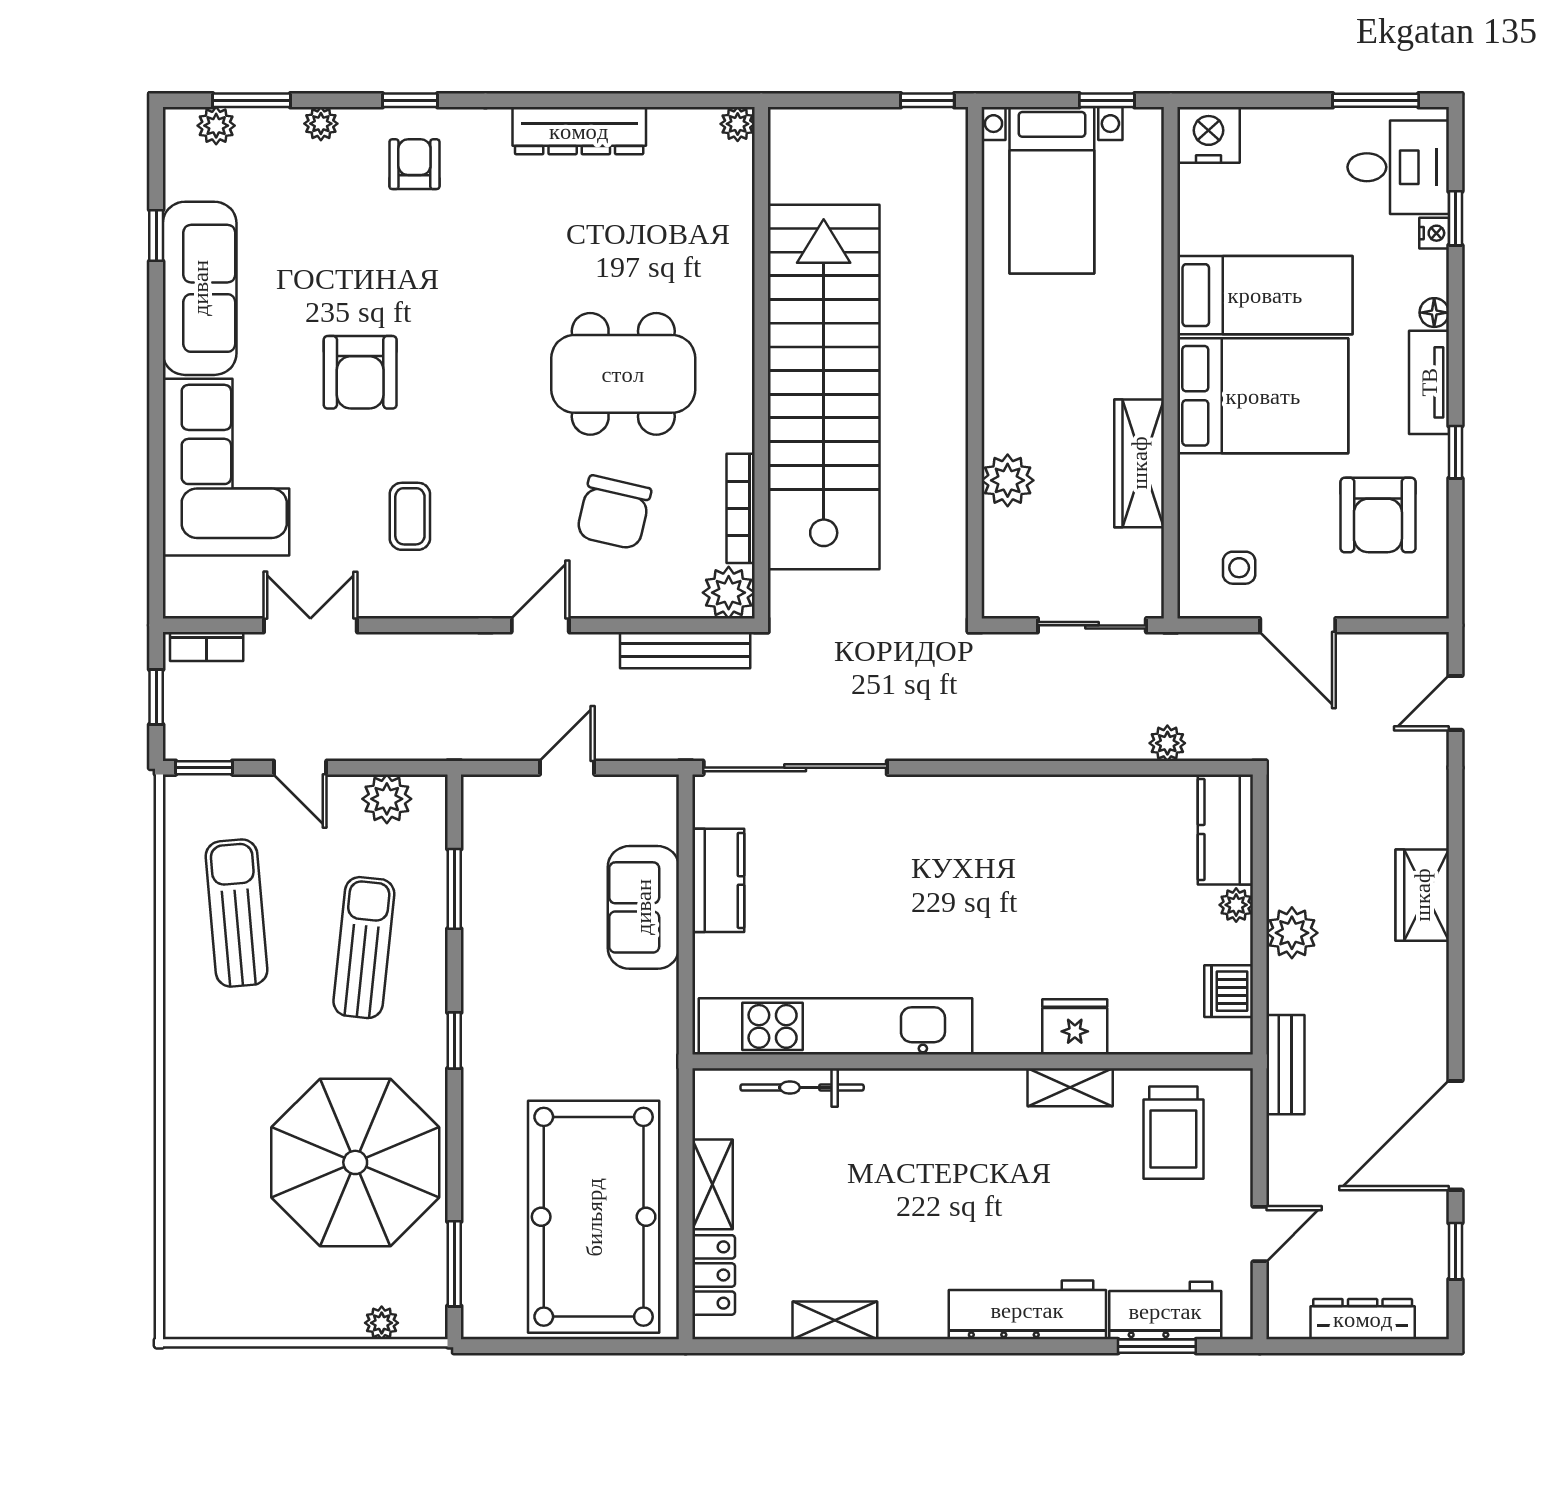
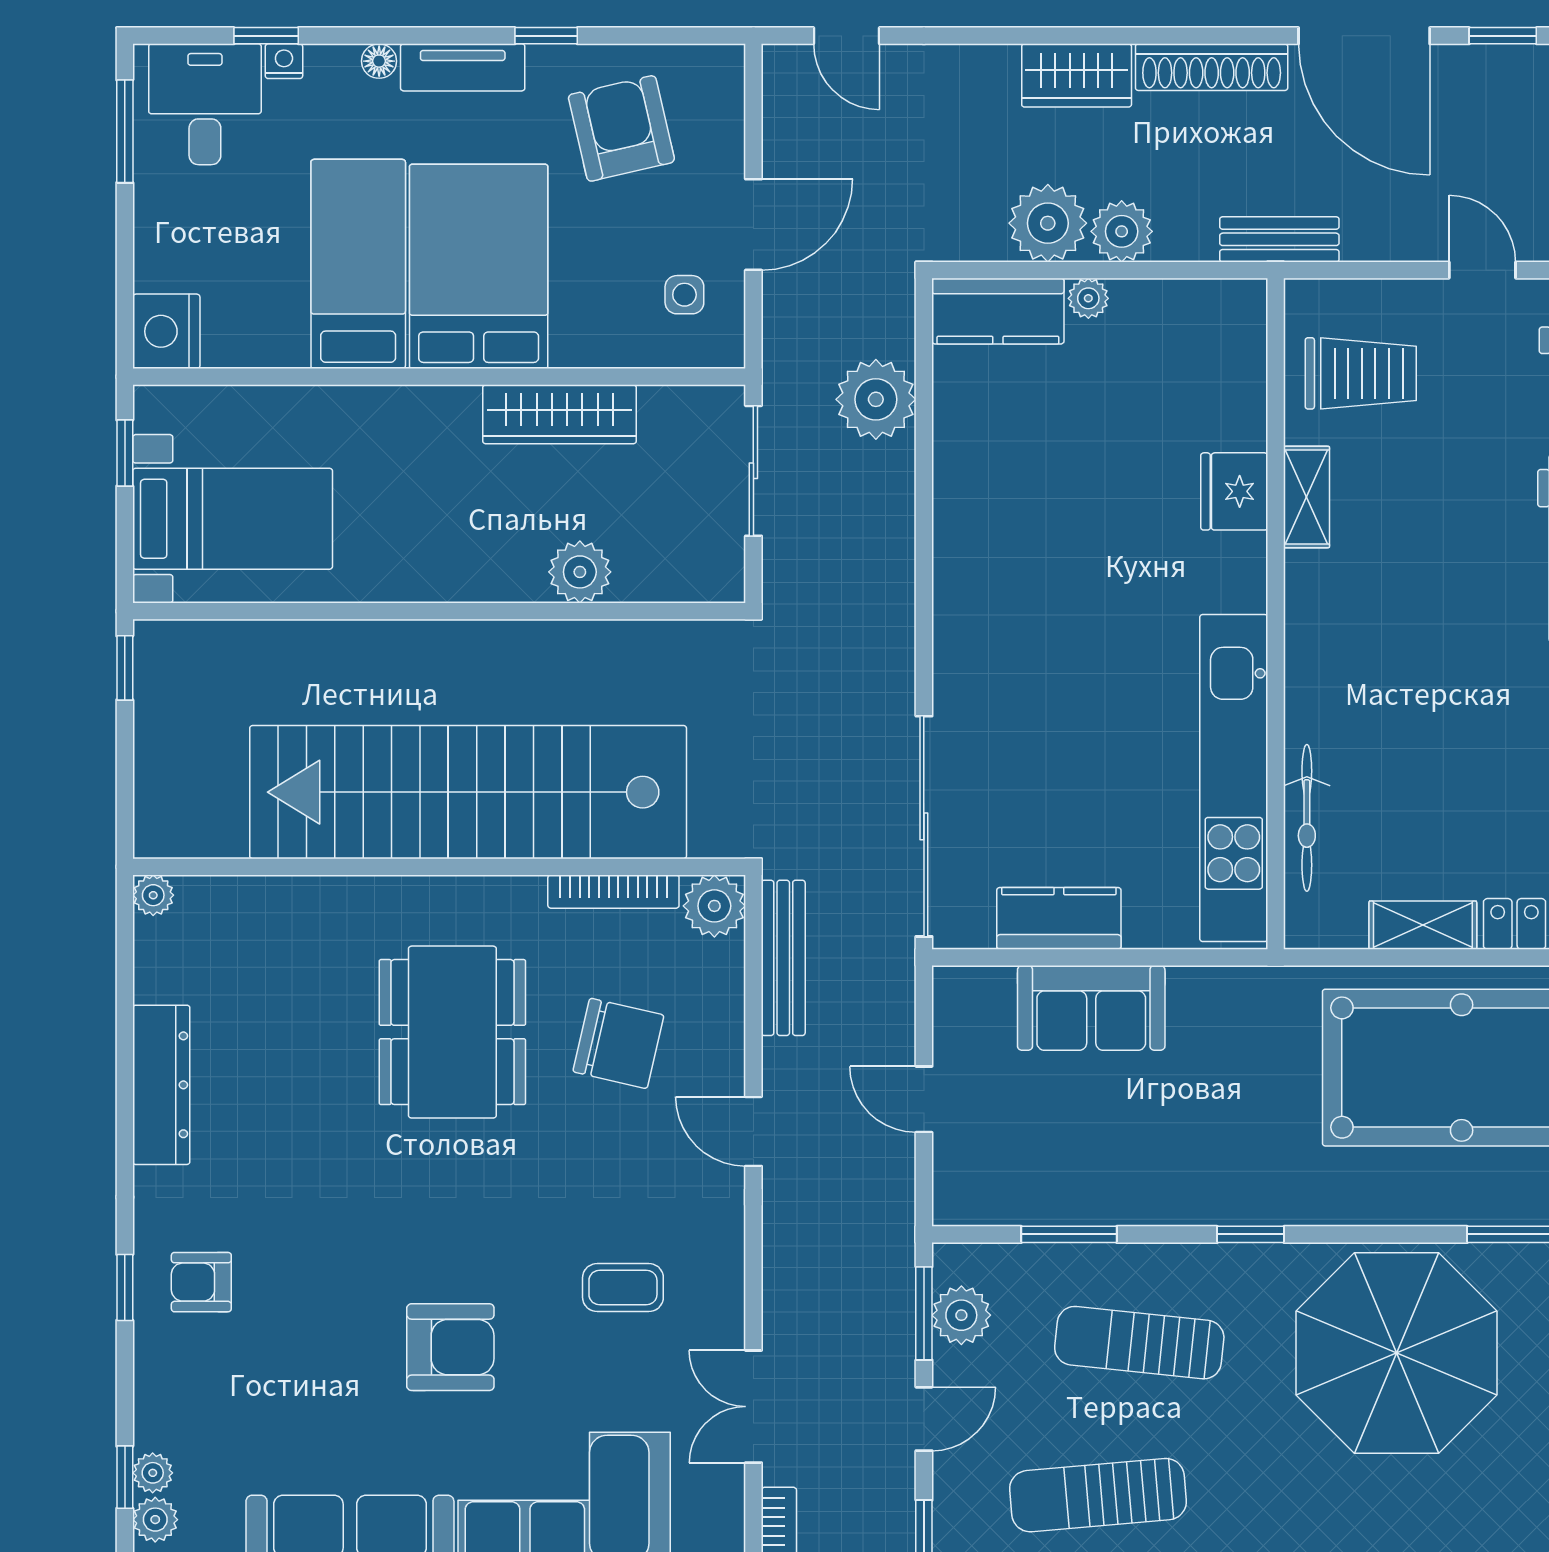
window: (252, 100) -> (125, 1477), width x0.67
plant: (321, 124) -> (153, 1473), moved
armchair: (1378, 515) -> (621, 128), turned -103
plant: (1167, 743) -> (876, 399), width x1.87, depth x1.87
window: (388, 768) -> (924, 1313), added
plant: (1299, 871) -> (1048, 223), added
dishwasher: (1229, 991) -> (1192, 307), removed
shoe rack: (1429, 1008) -> (1212, 67), added

